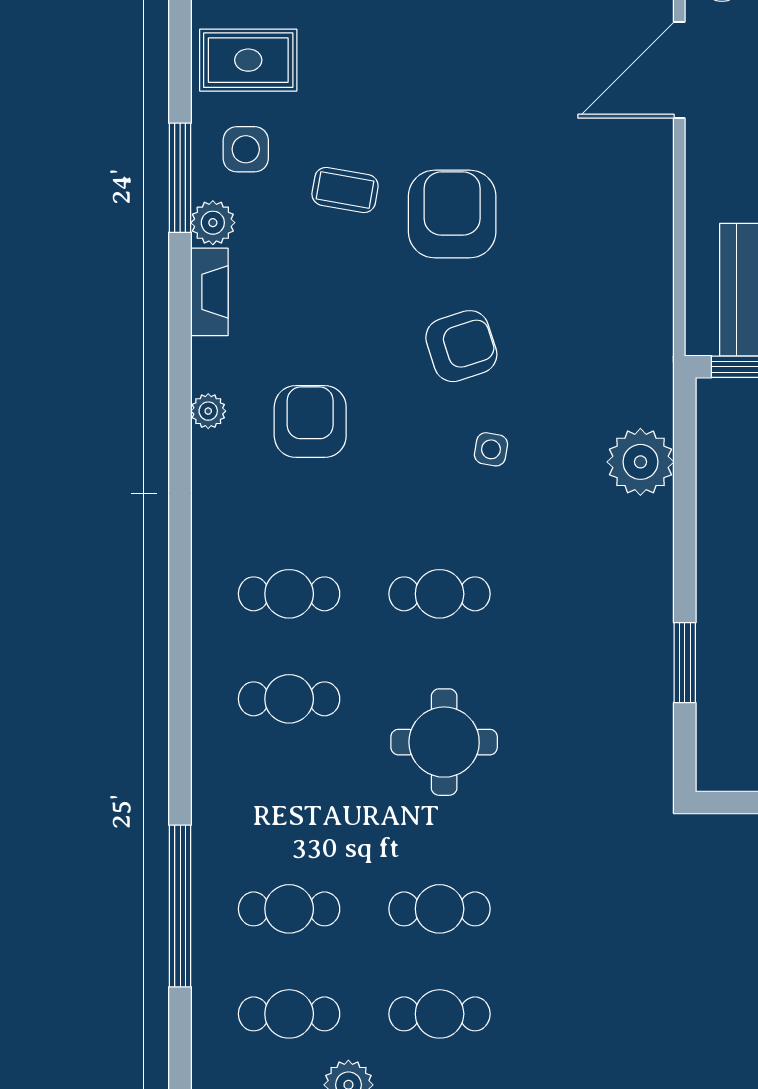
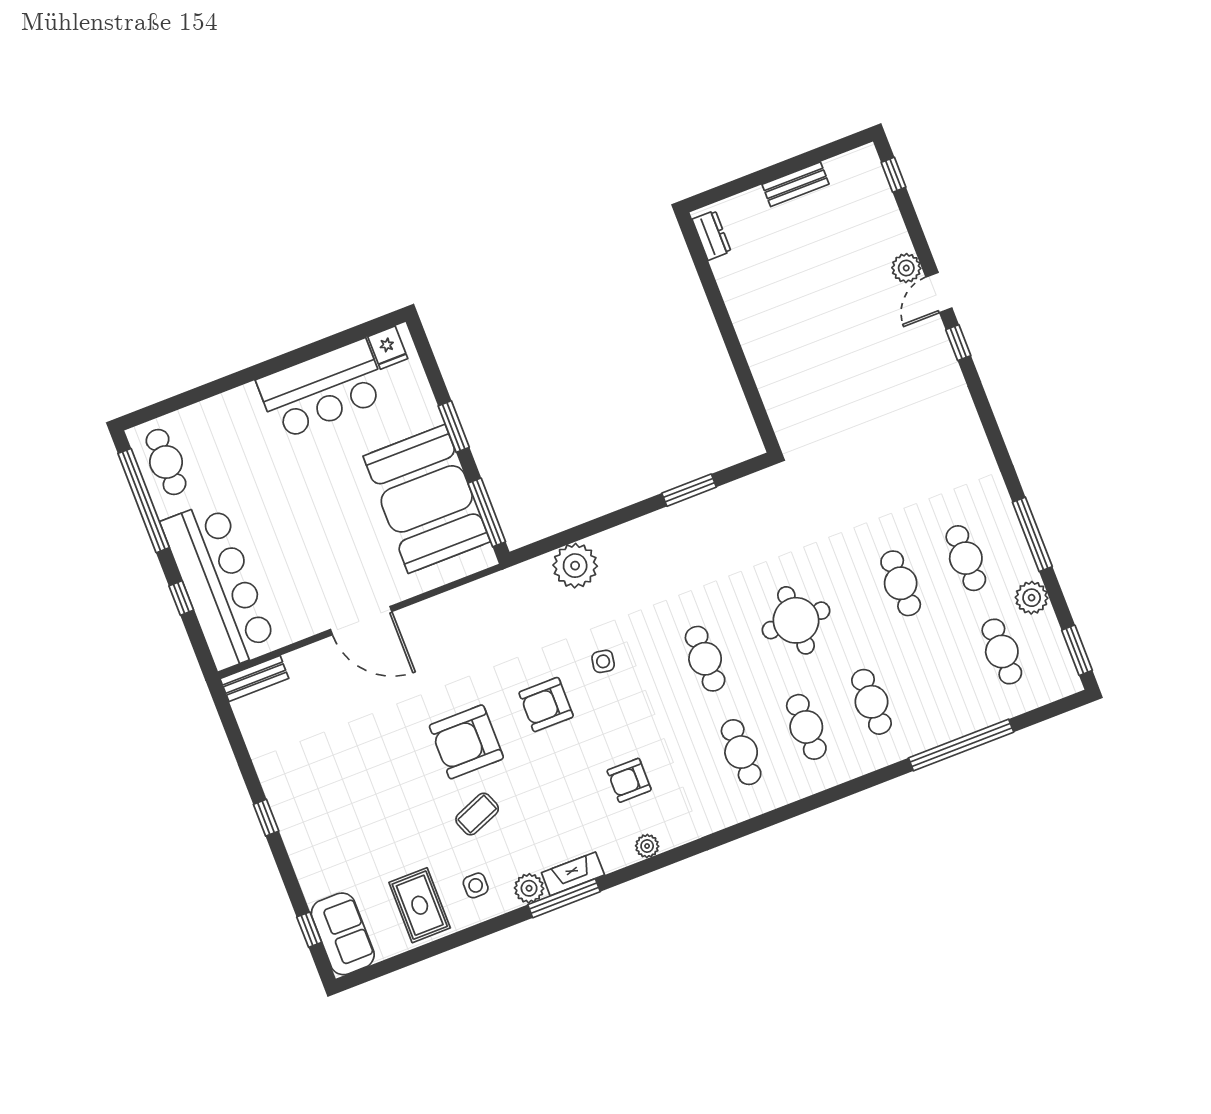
door: (679, 70) -> (361, 621), moved
side table: (246, 149) -> (476, 885), width x0.73, depth x0.73
window: (180, 178) -> (564, 898), moved
coffee table: (345, 190) -> (477, 814), turned 58
armchair: (461, 346) -> (546, 705), turned -72
armchair: (310, 421) -> (629, 780), width x0.72, depth x0.72
cafe table: (289, 909) -> (871, 702), moved

